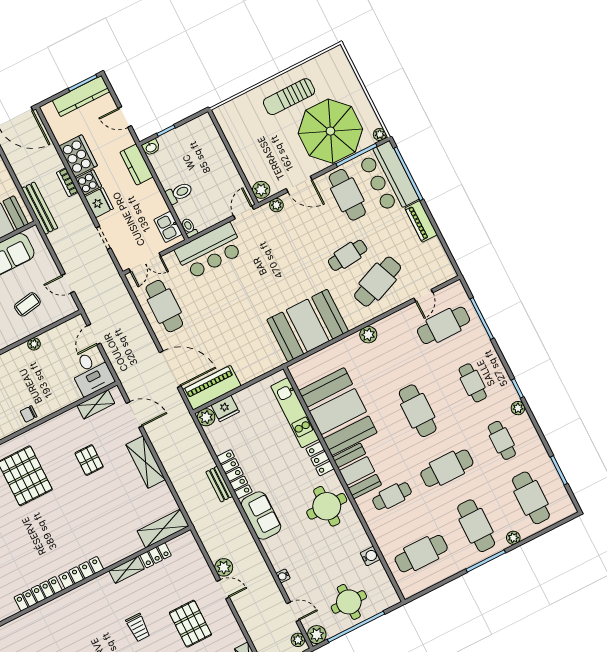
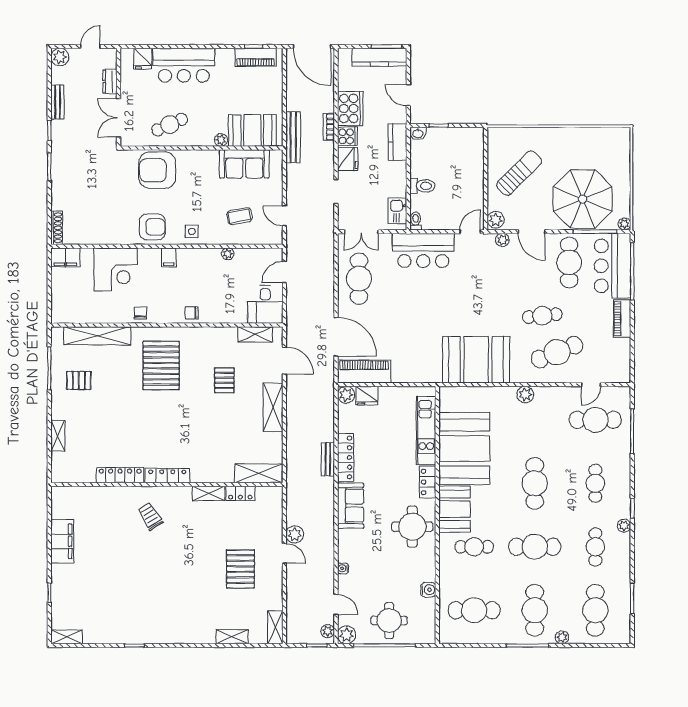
sun lounger: (289, 97) -> (519, 173), moved, turned 135
trolley: (138, 627) -> (150, 516), moved, turned 148

